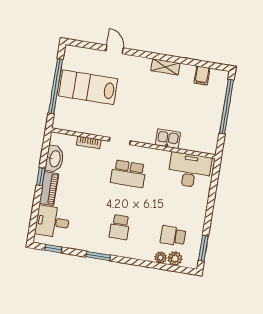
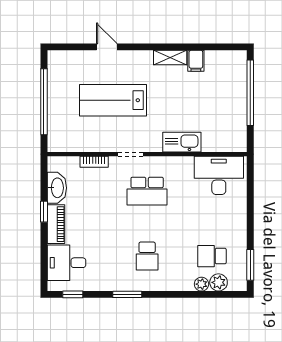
filing cabinet: (202, 76) -> (196, 61), moved
lab bench: (88, 87) -> (113, 100), moved
kitchen sink: (168, 139) -> (182, 142), width x1.38

